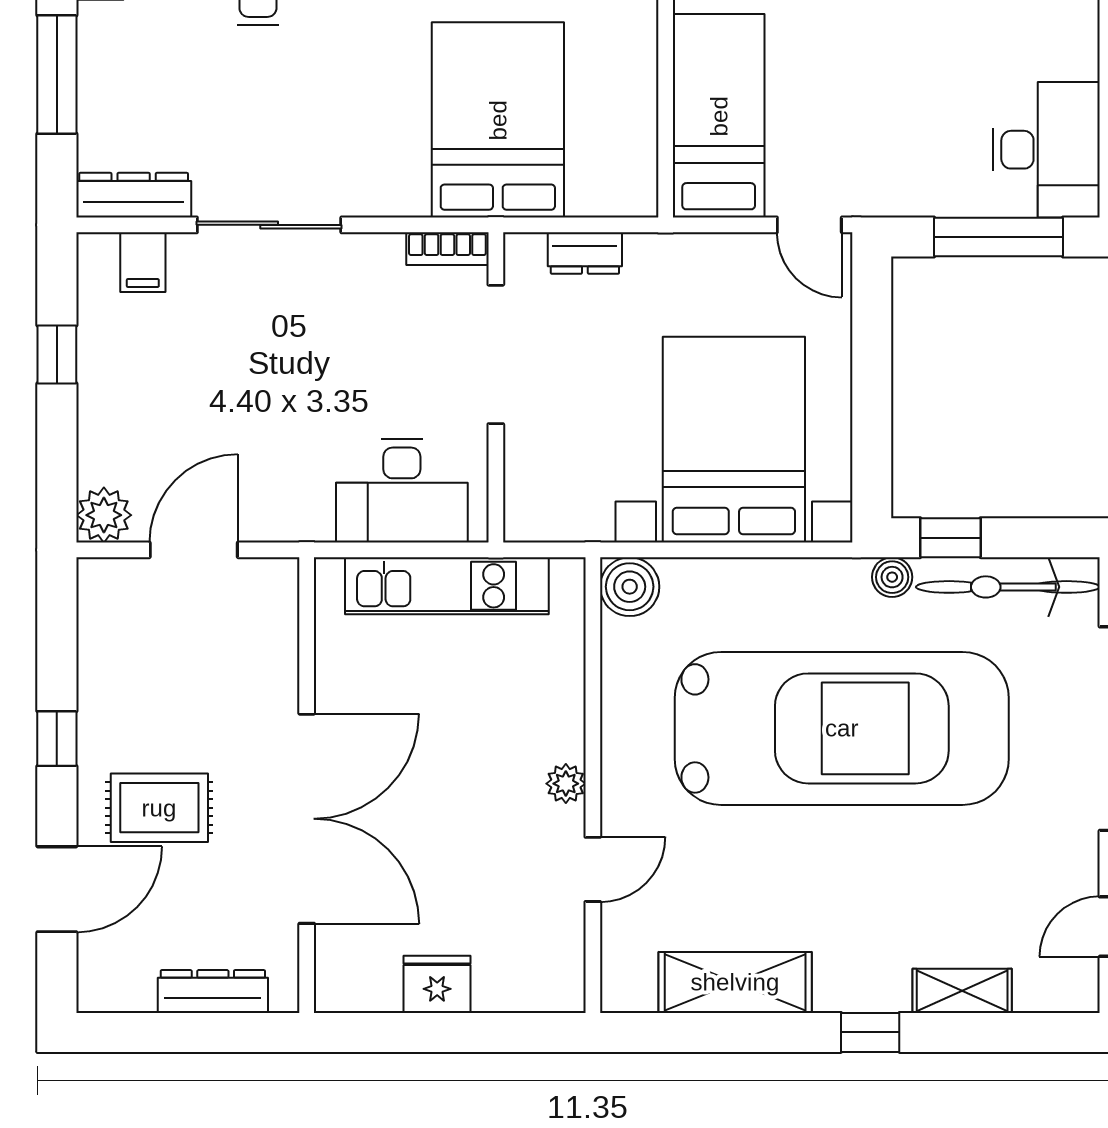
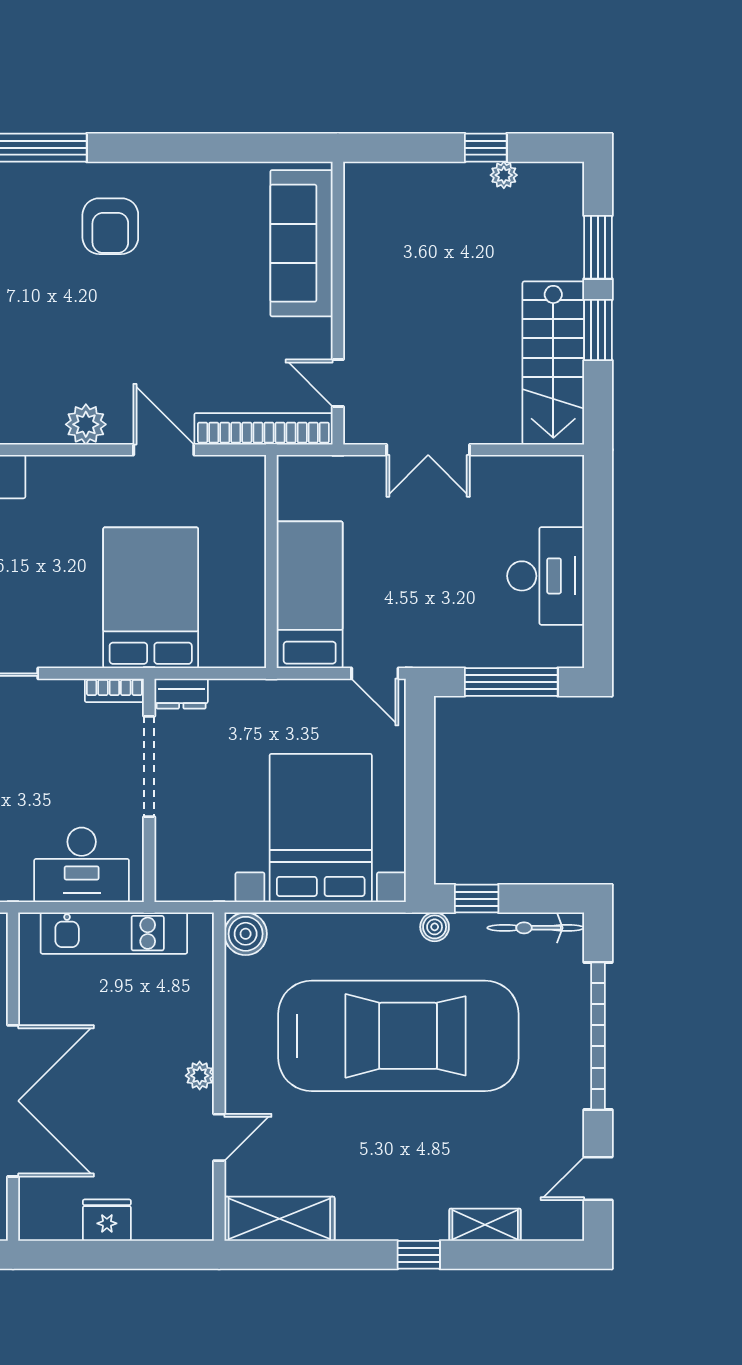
desk: (1046, 150) -> (546, 576), moved
dresser: (585, 253) -> (181, 694), moved
bicycle: (1008, 587) -> (536, 928), width x0.73, depth x0.71
shelving: (735, 982) -> (279, 1219), moved

